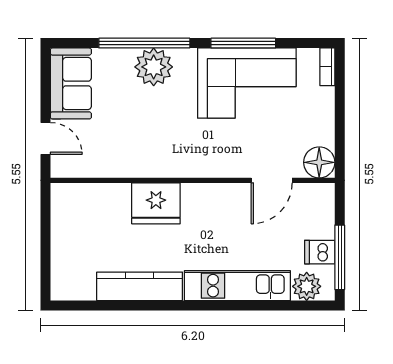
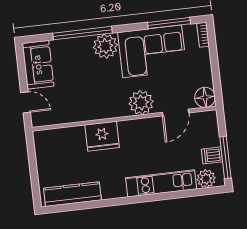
window: (243, 43) -> (169, 23), moved
plant: (154, 67) -> (105, 46), moved
plant: (221, 159) -> (141, 103), added
kitchen counter: (140, 286) -> (72, 194), moved

